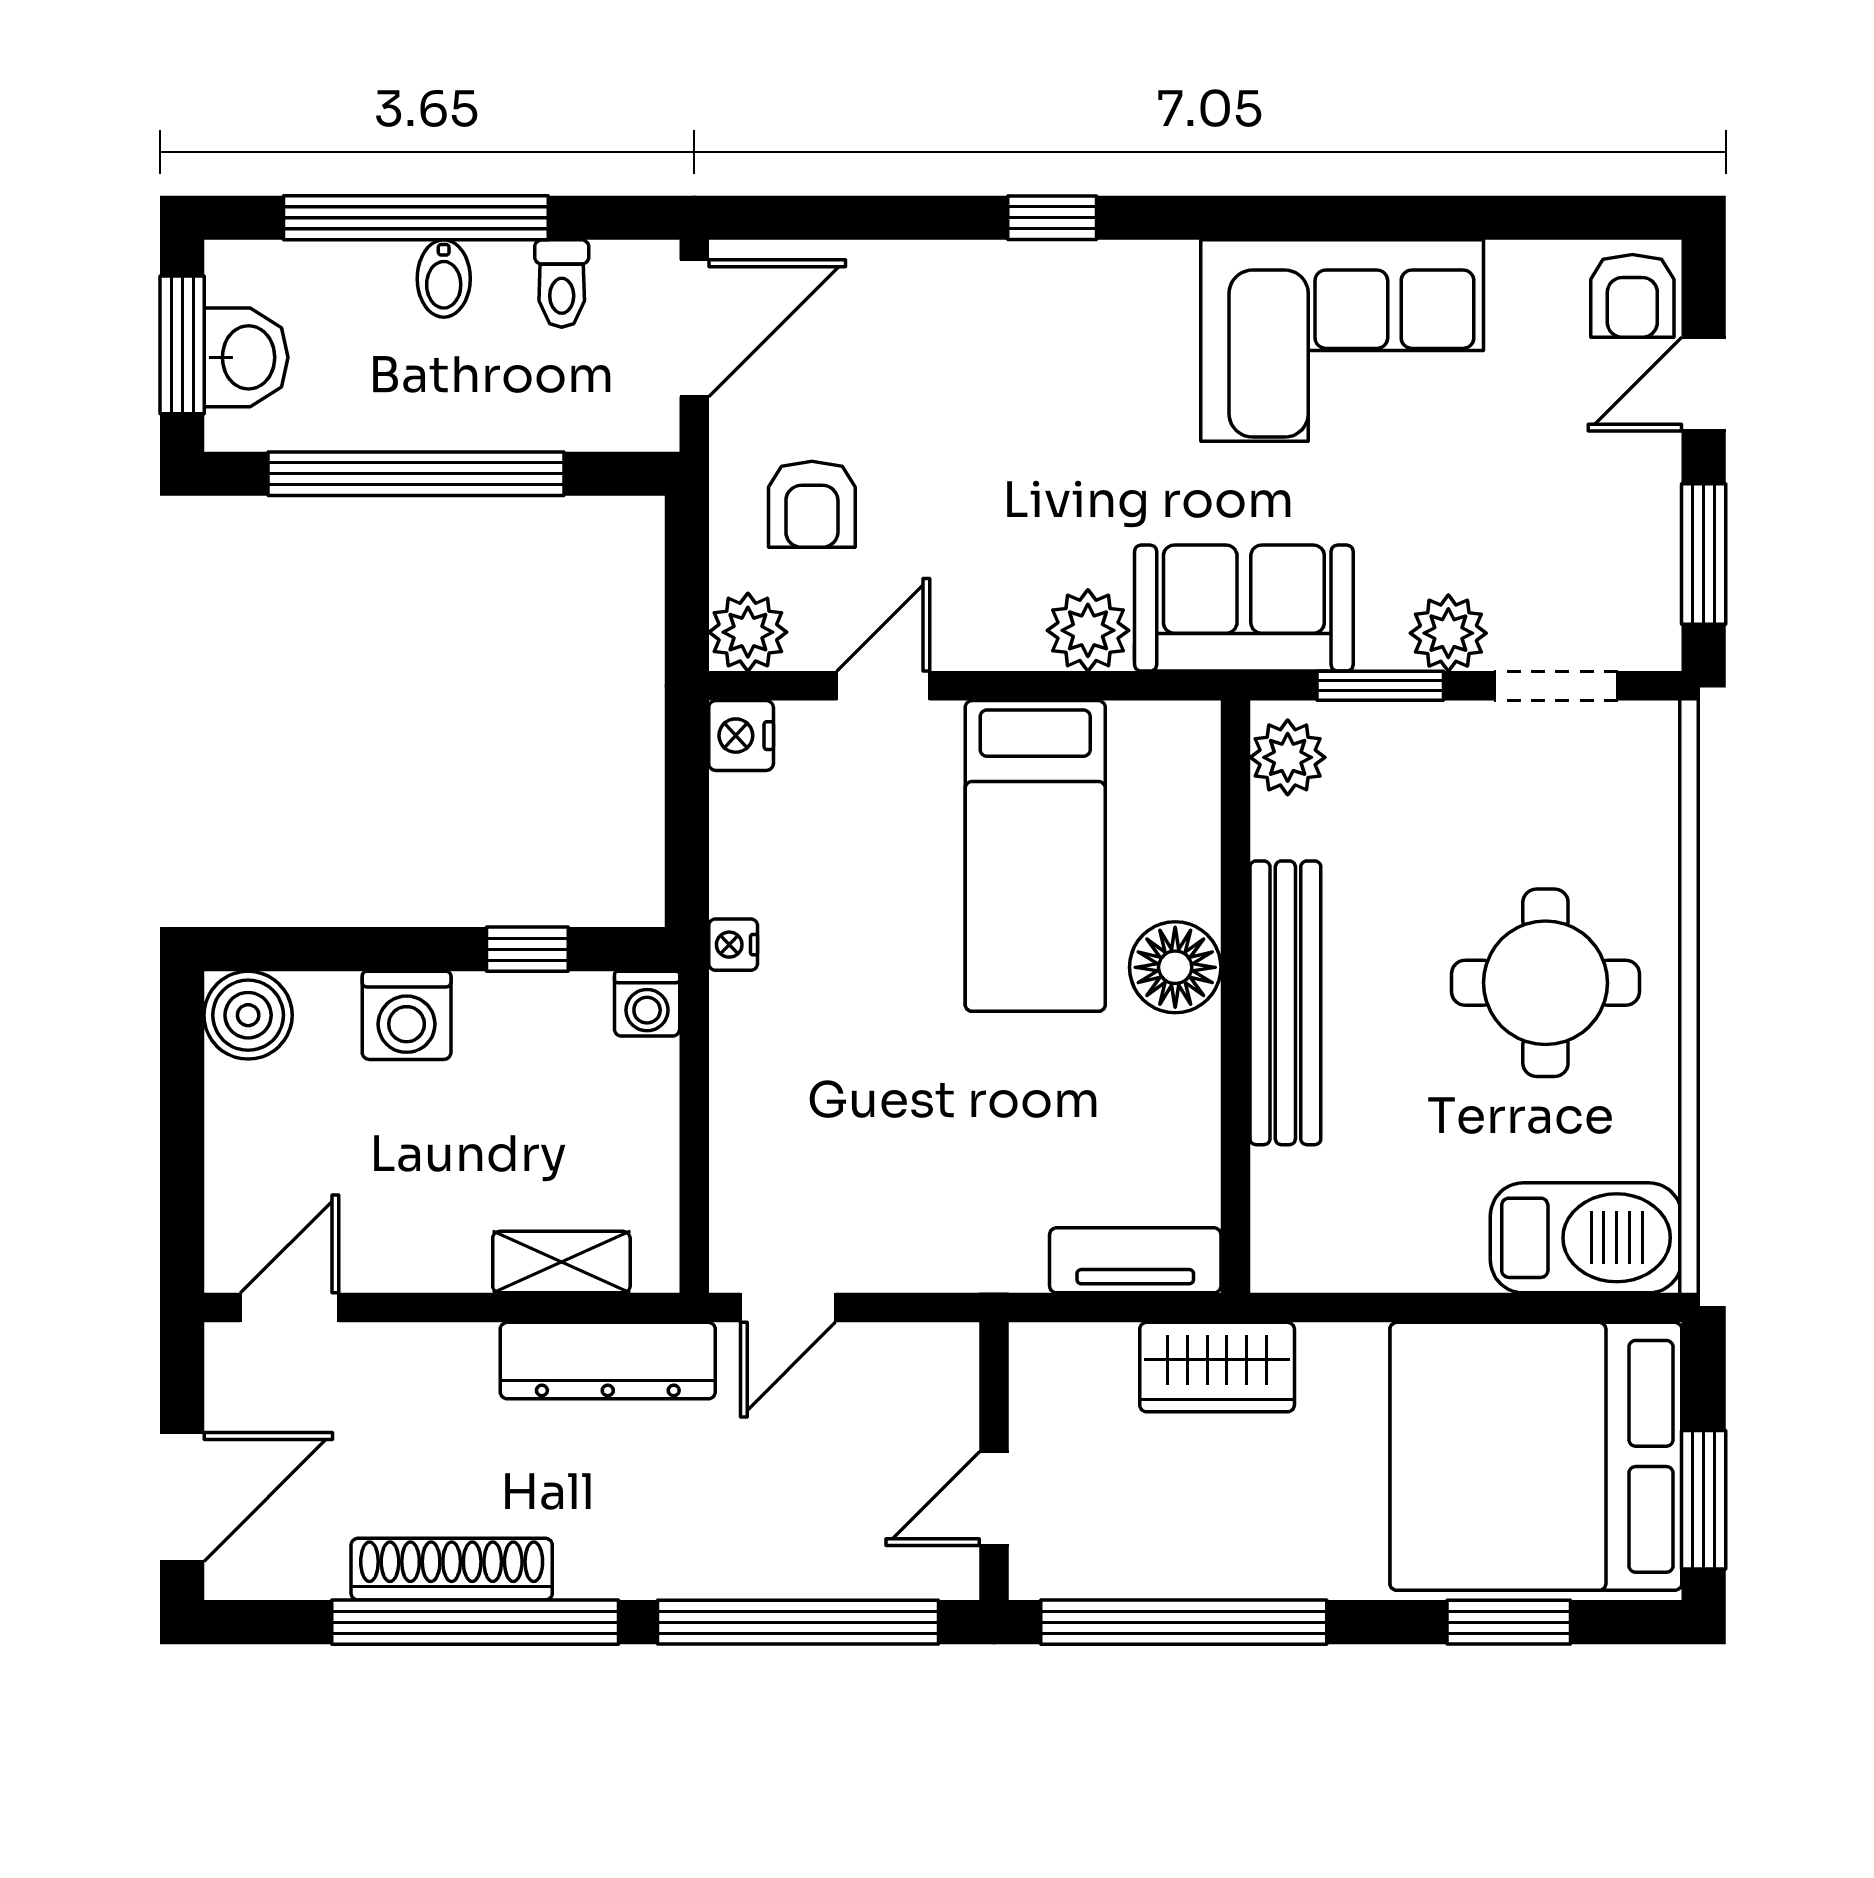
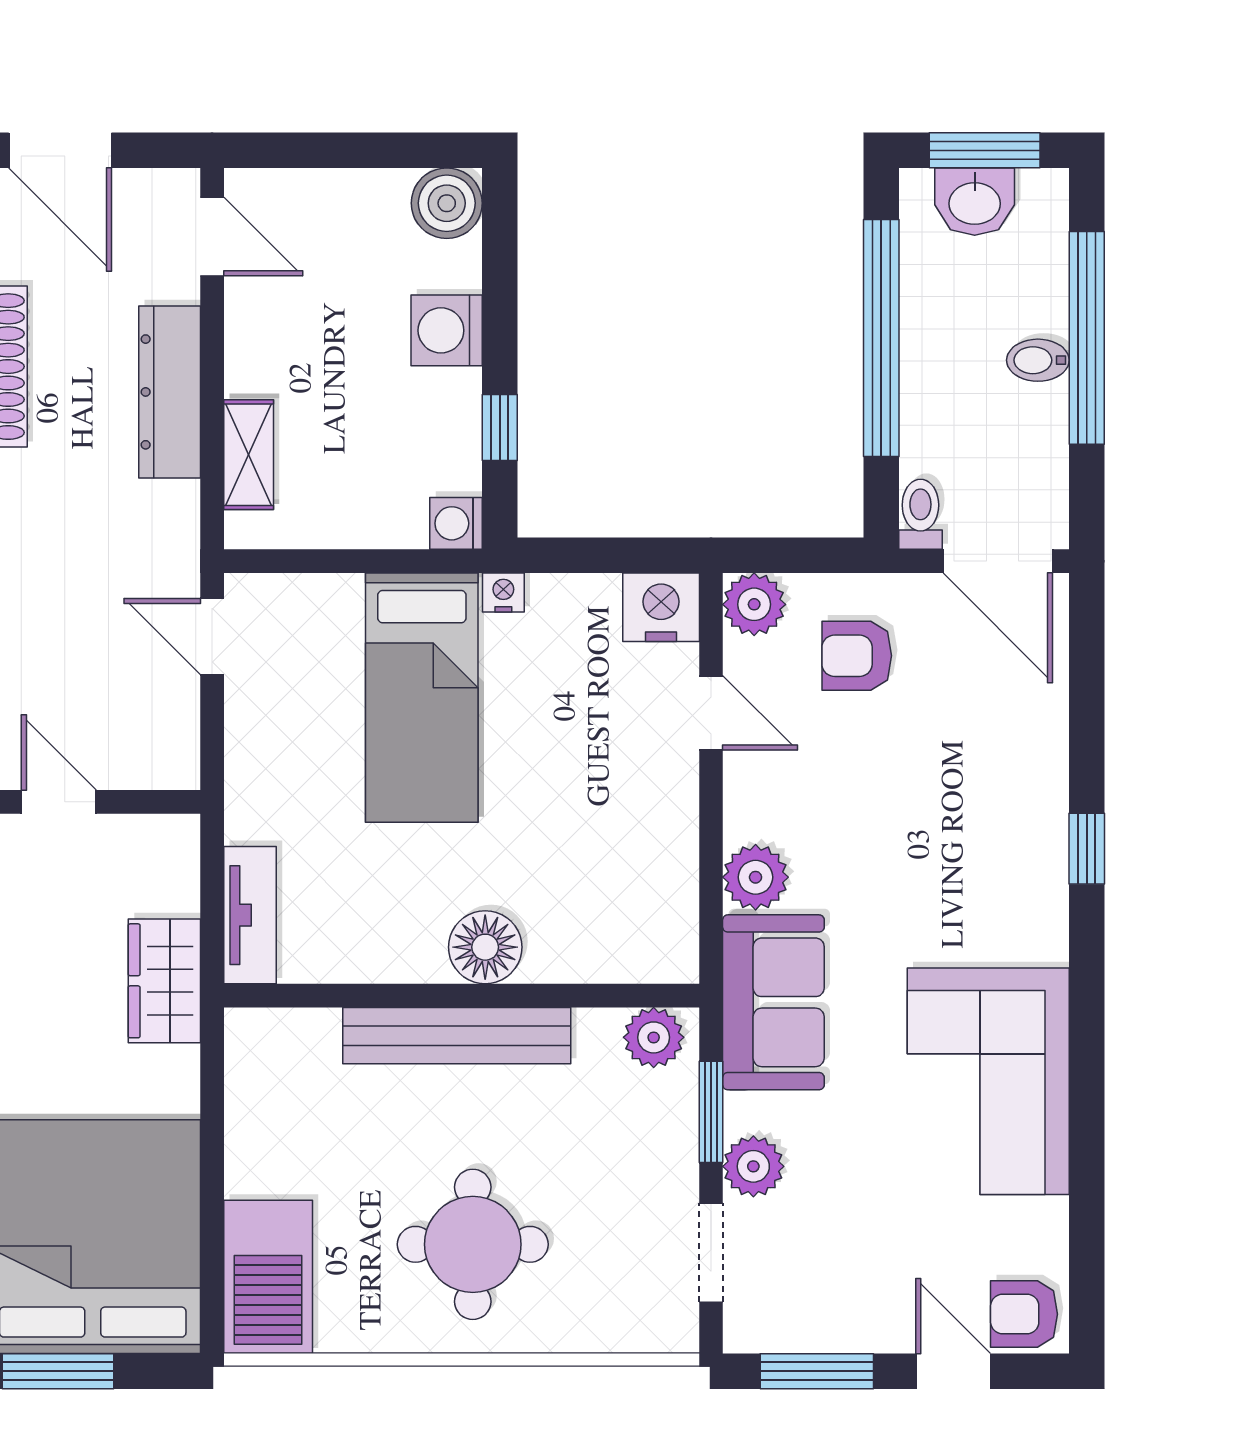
toilet: (562, 283) -> (920, 514), moved, turned 90
nightstand: (741, 736) -> (661, 607), width x1.36, depth x1.33
bed: (1035, 856) -> (422, 698), moved, turned -90
dresser: (608, 1361) -> (170, 392), moved

